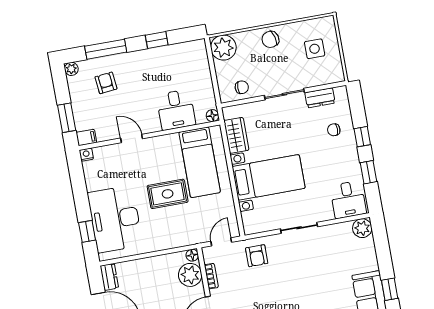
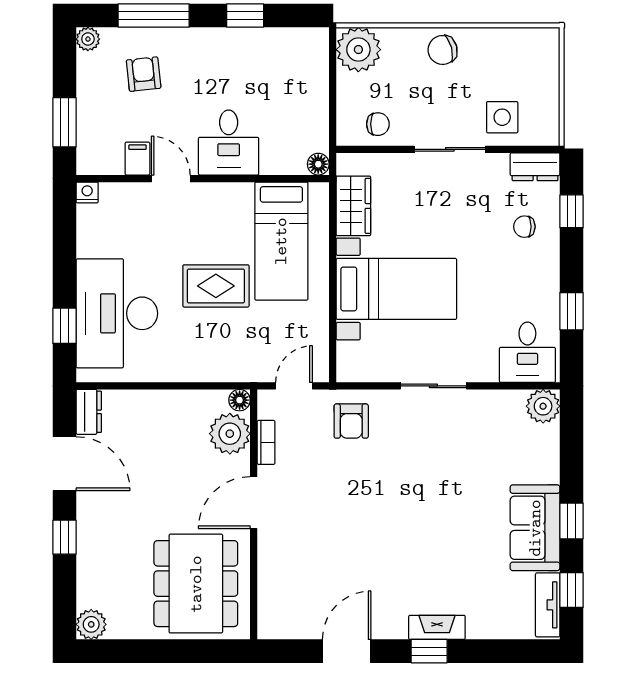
side table: (315, 49) -> (502, 117), moved
dresser: (320, 98) -> (535, 167), moved
desk: (176, 110) -> (229, 143), moved
filing cabinet: (86, 137) -> (137, 159), moved, turned -90
window: (362, 137) -> (572, 211), moved

